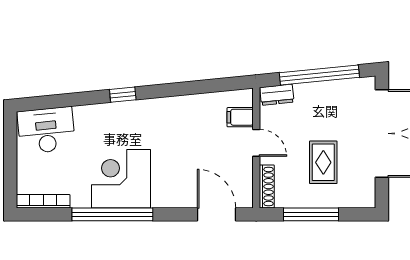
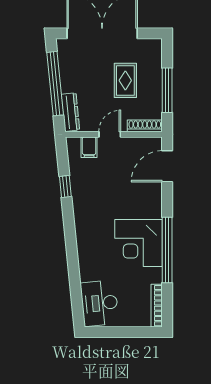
window: (123, 95) -> (65, 186), moved
dresser: (277, 95) -> (70, 112), width x1.44
rug: (323, 162) -> (125, 80), turned 90

